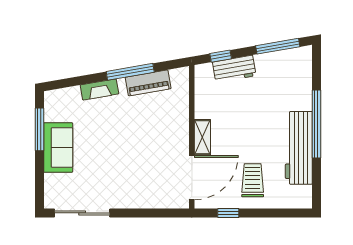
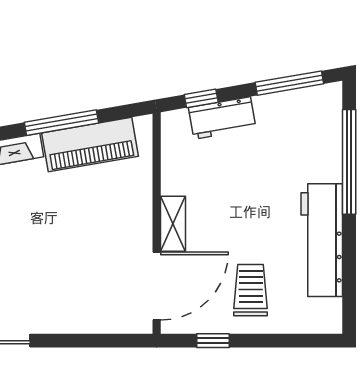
piano: (148, 83) -> (90, 145), width x1.37, depth x1.33
window: (316, 124) -> (349, 162), moved

